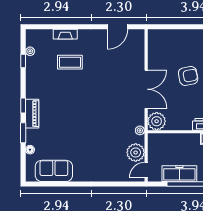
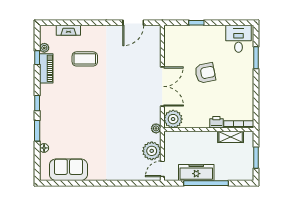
window: (179, 27) -> (196, 23), added
fireplace: (65, 34) -> (68, 30), moved
piano: (32, 114) -> (46, 68), moved

